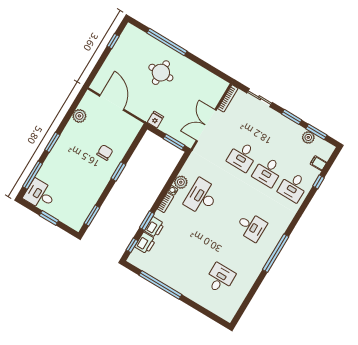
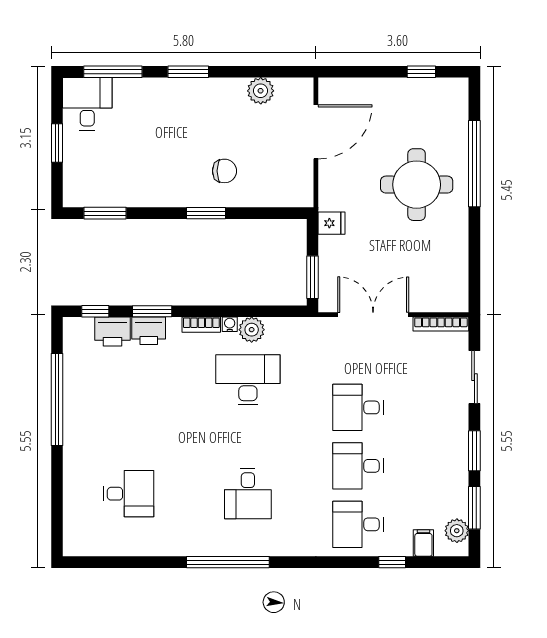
round table: (161, 73) -> (417, 185), width x1.36, depth x1.36
plant: (308, 137) -> (457, 531), moved

